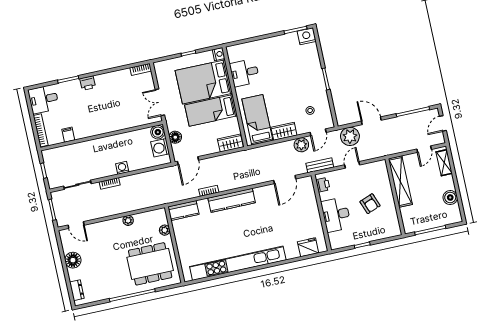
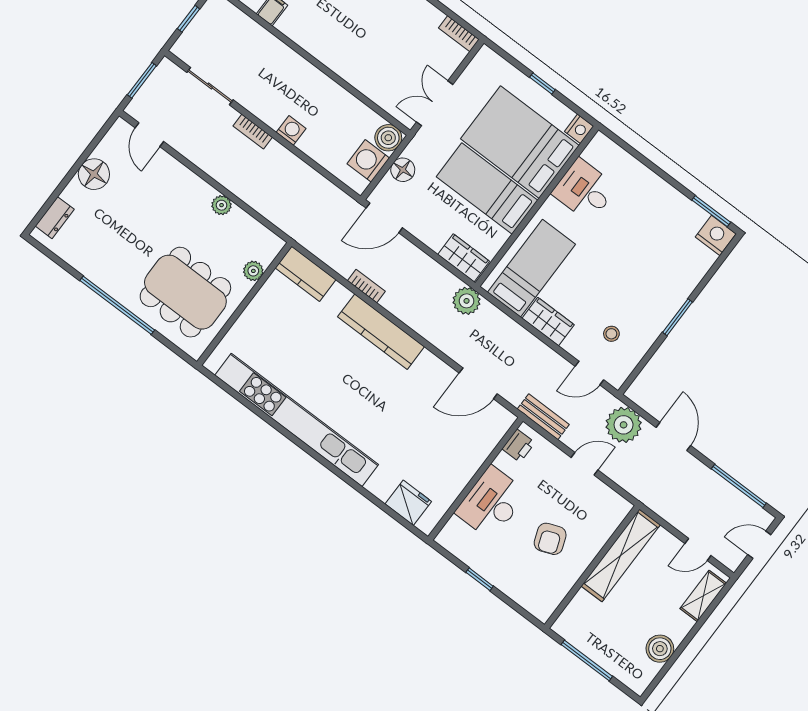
plant: (301, 145) -> (467, 301), moved

